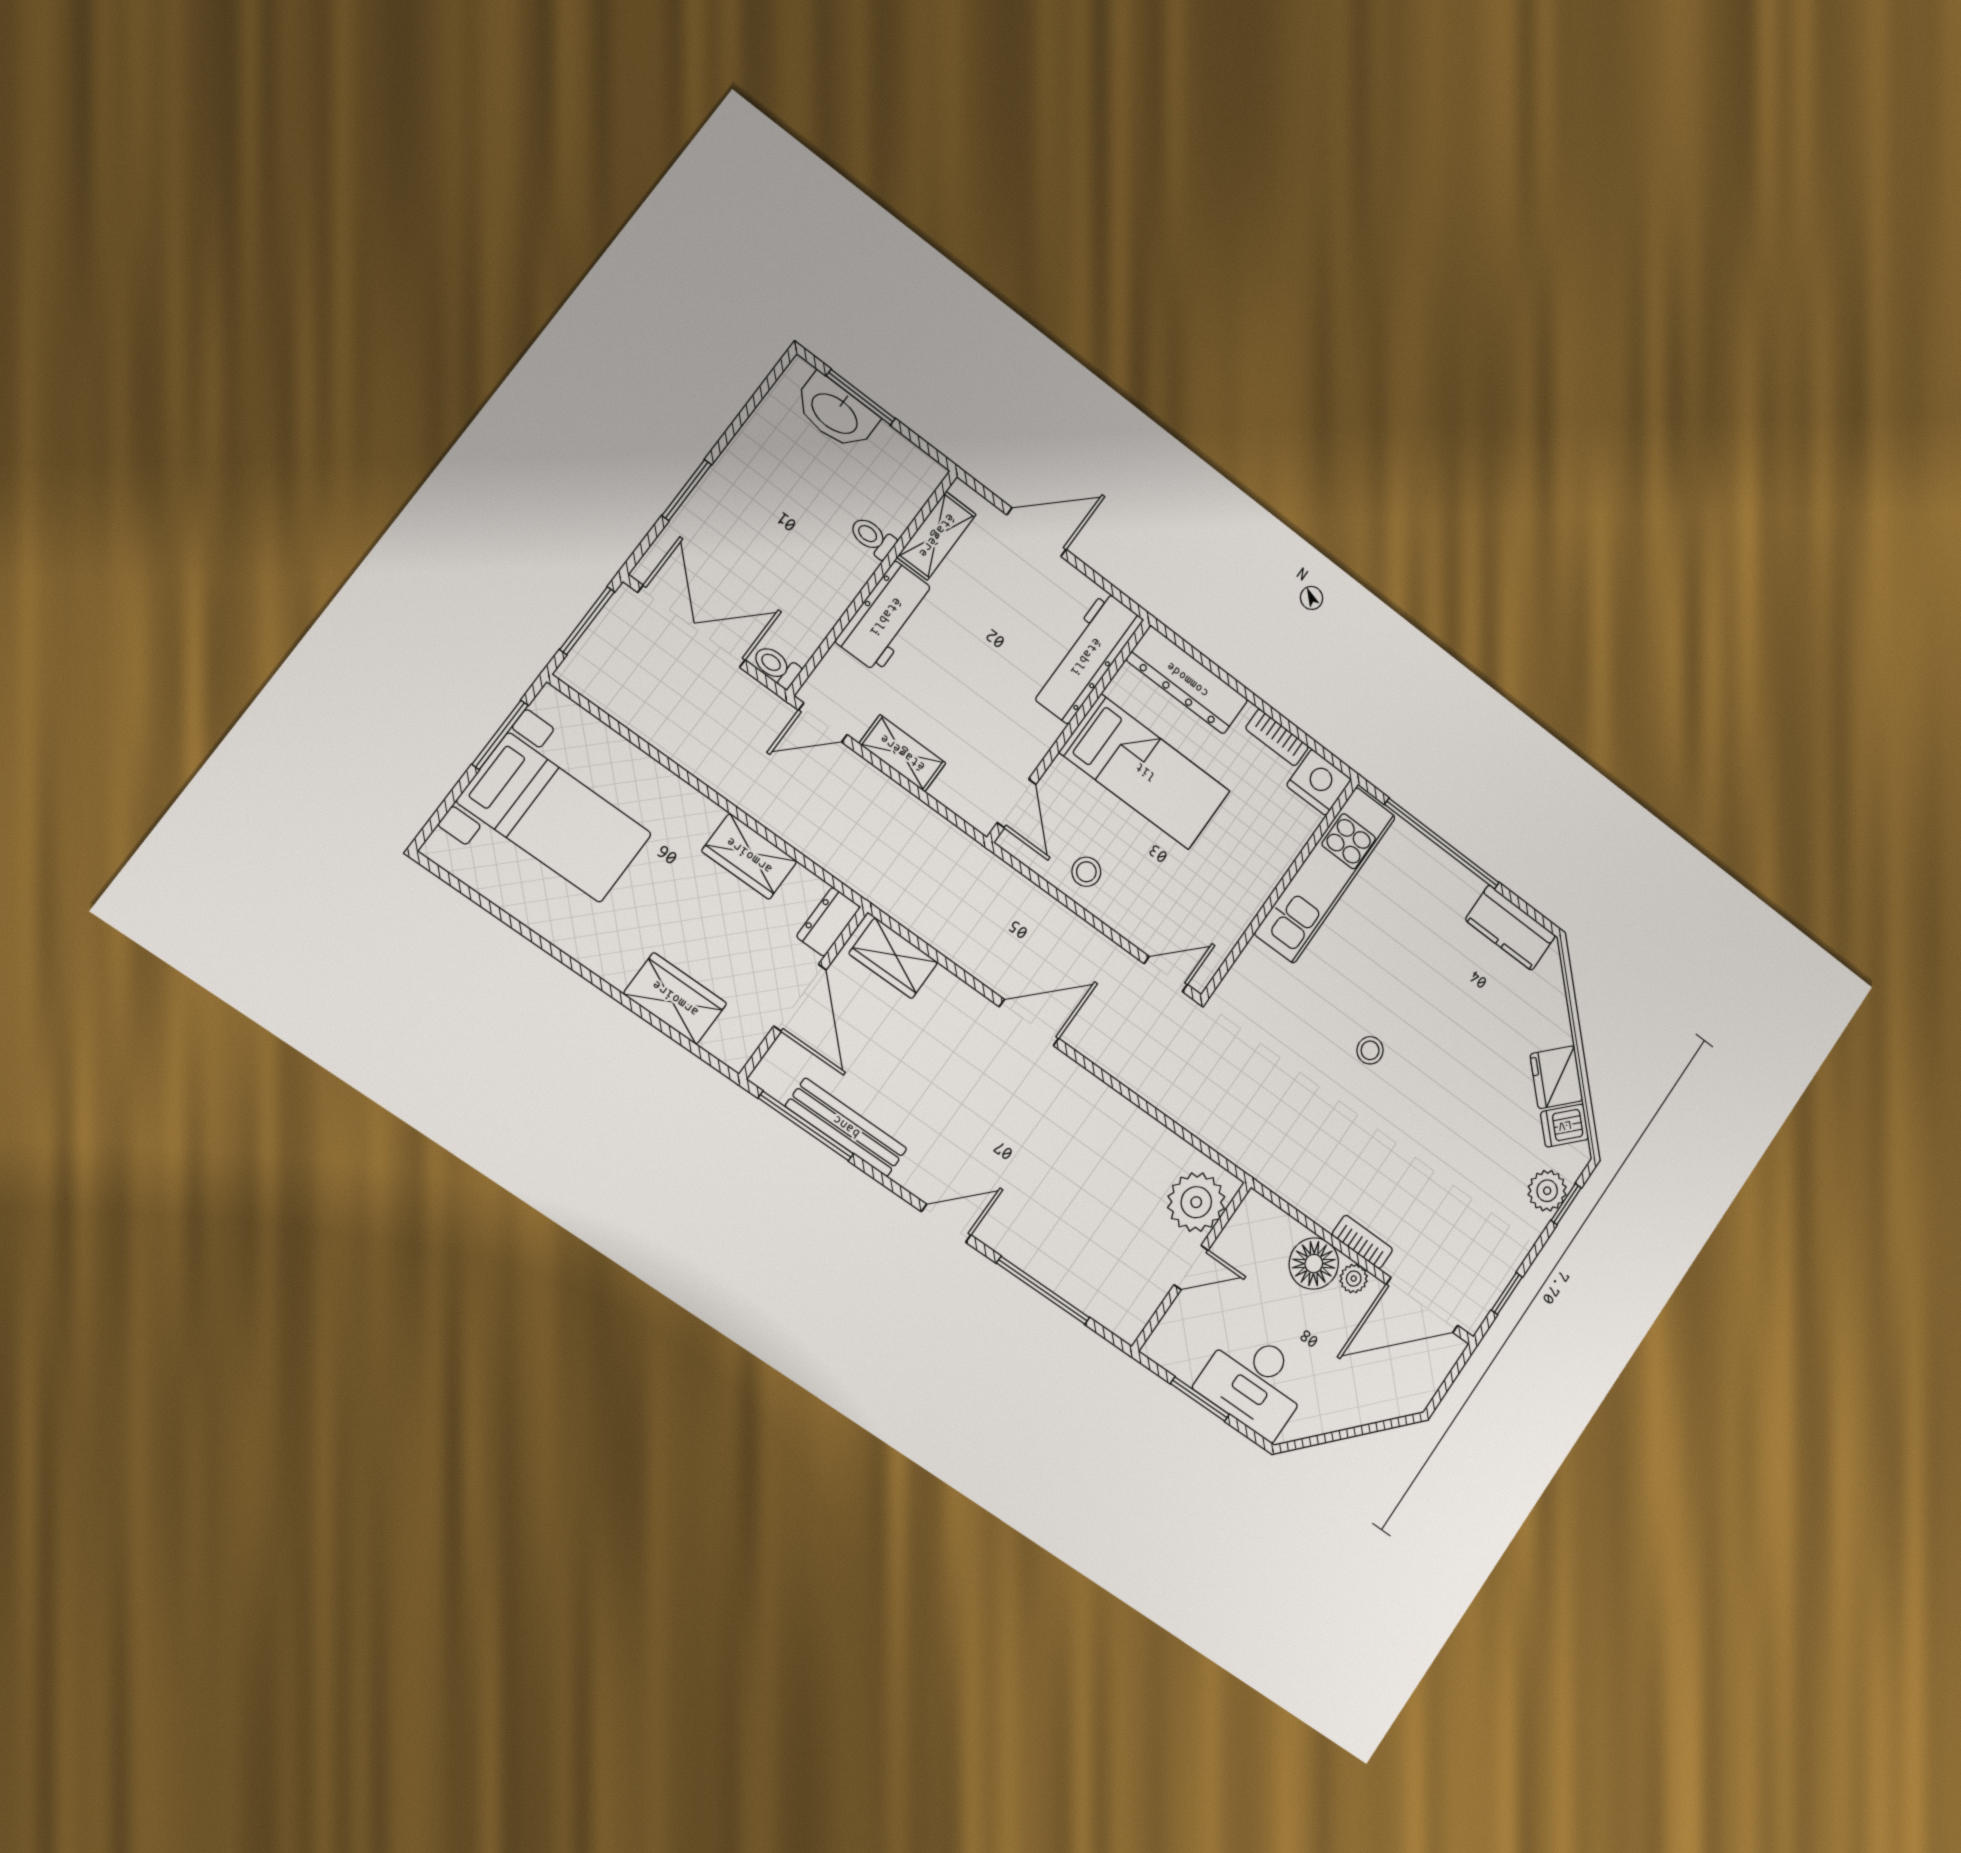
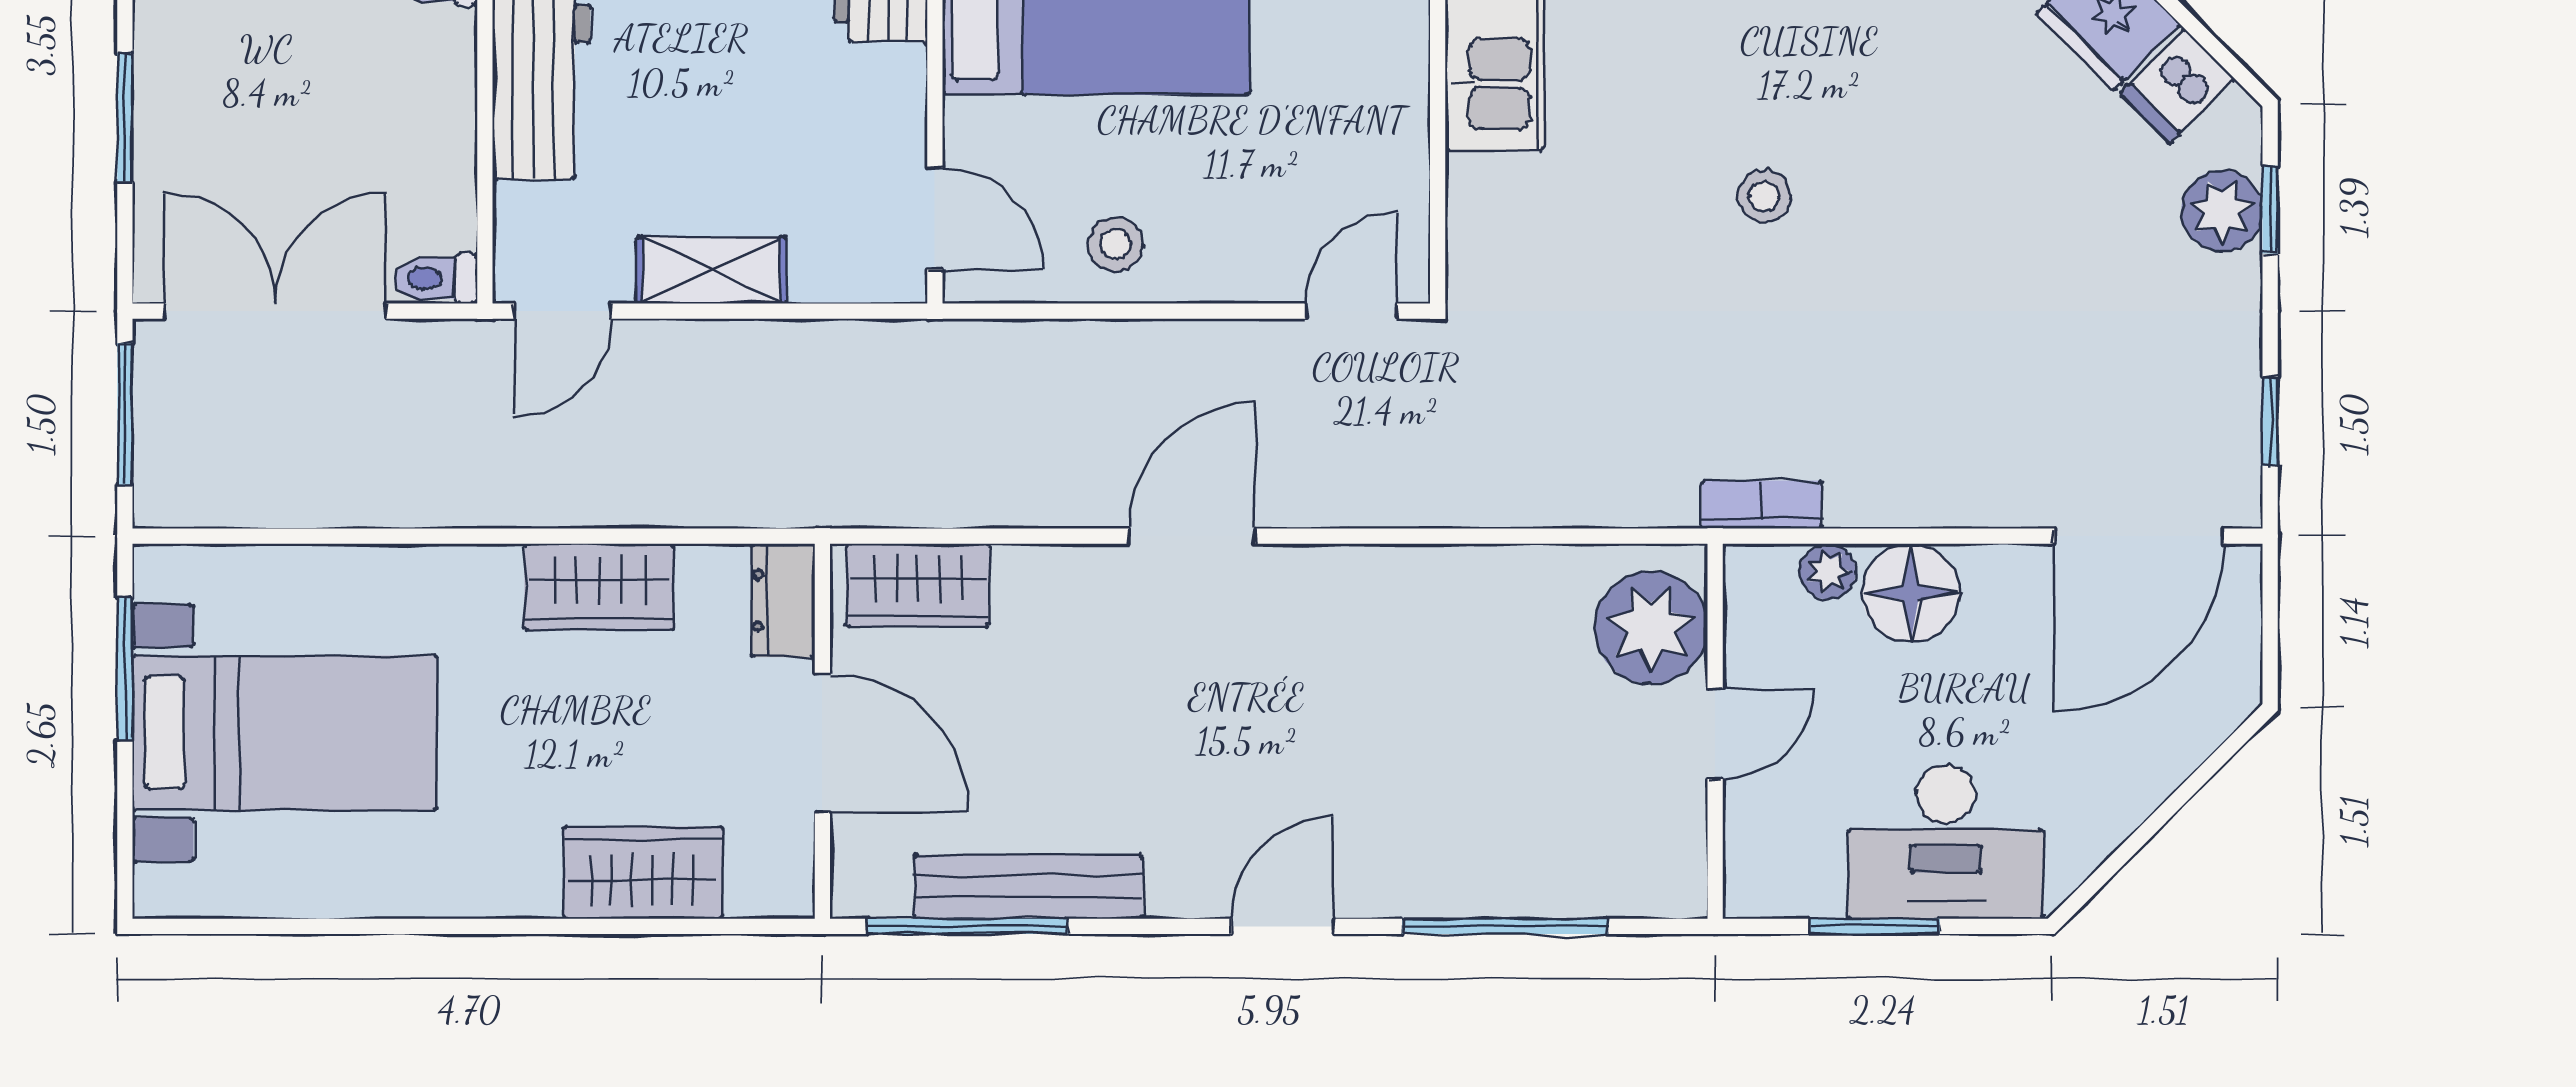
bookcase: (1362, 1242) -> (1762, 505), moved
plant: (1354, 1279) -> (1828, 572), moved

